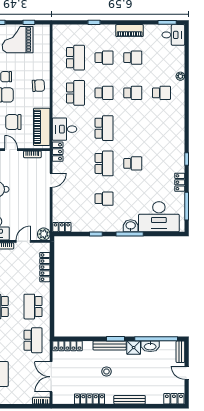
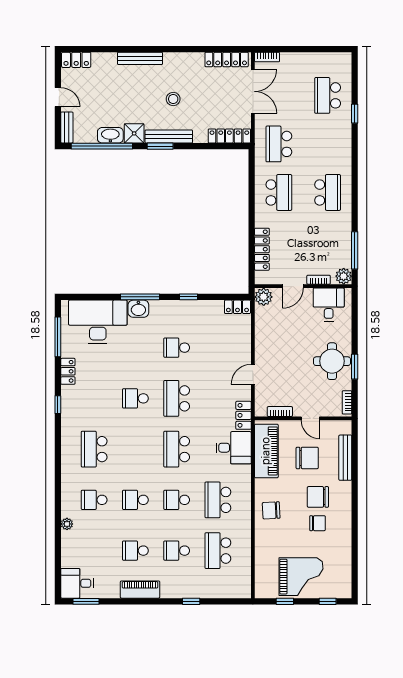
school desk: (161, 128) -> (94, 449), added
locker: (90, 399) -> (227, 59), moved

